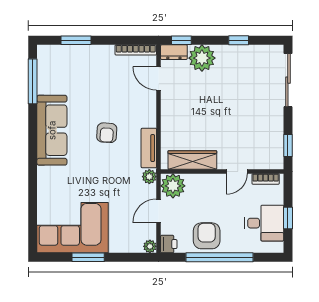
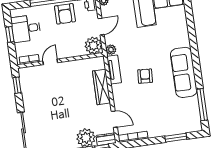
wardrobe: (192, 160) -> (101, 87), moved, turned 90

